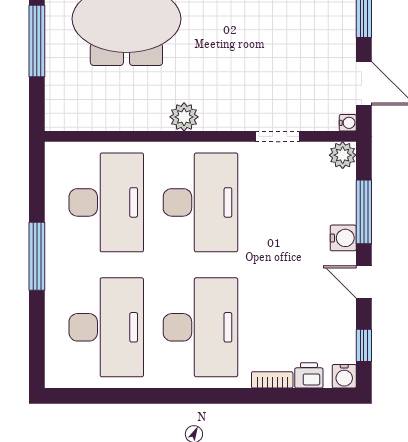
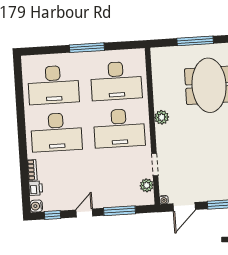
plant: (343, 155) -> (147, 185), moved
water cooler: (343, 238) -> (106, 201), removed

